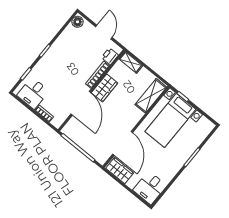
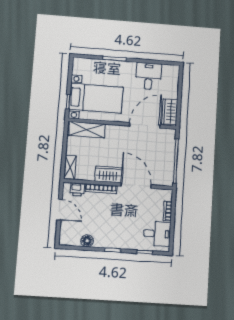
floor lamp: (77, 22) -> (87, 241), moved
door: (104, 32) -> (60, 210), swing flipped
door: (81, 103) -> (136, 186), hinge flipped
desk: (150, 188) -> (149, 76), moved, turned -90

